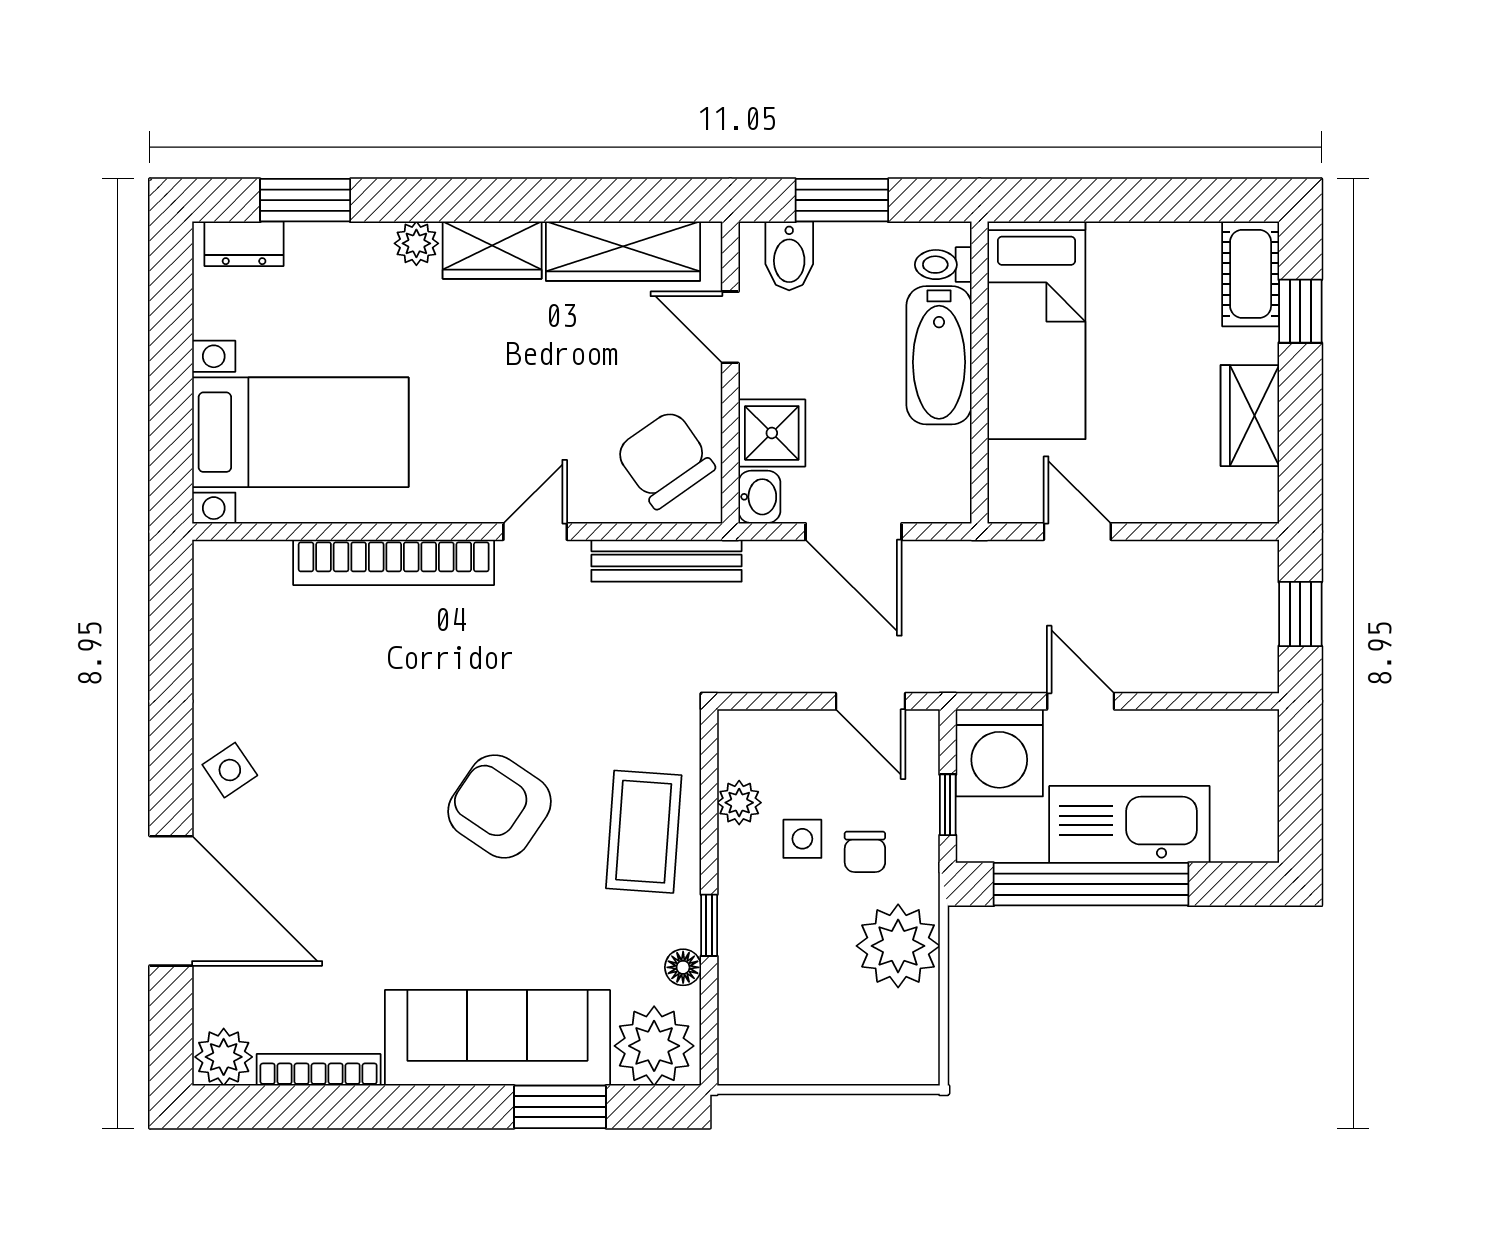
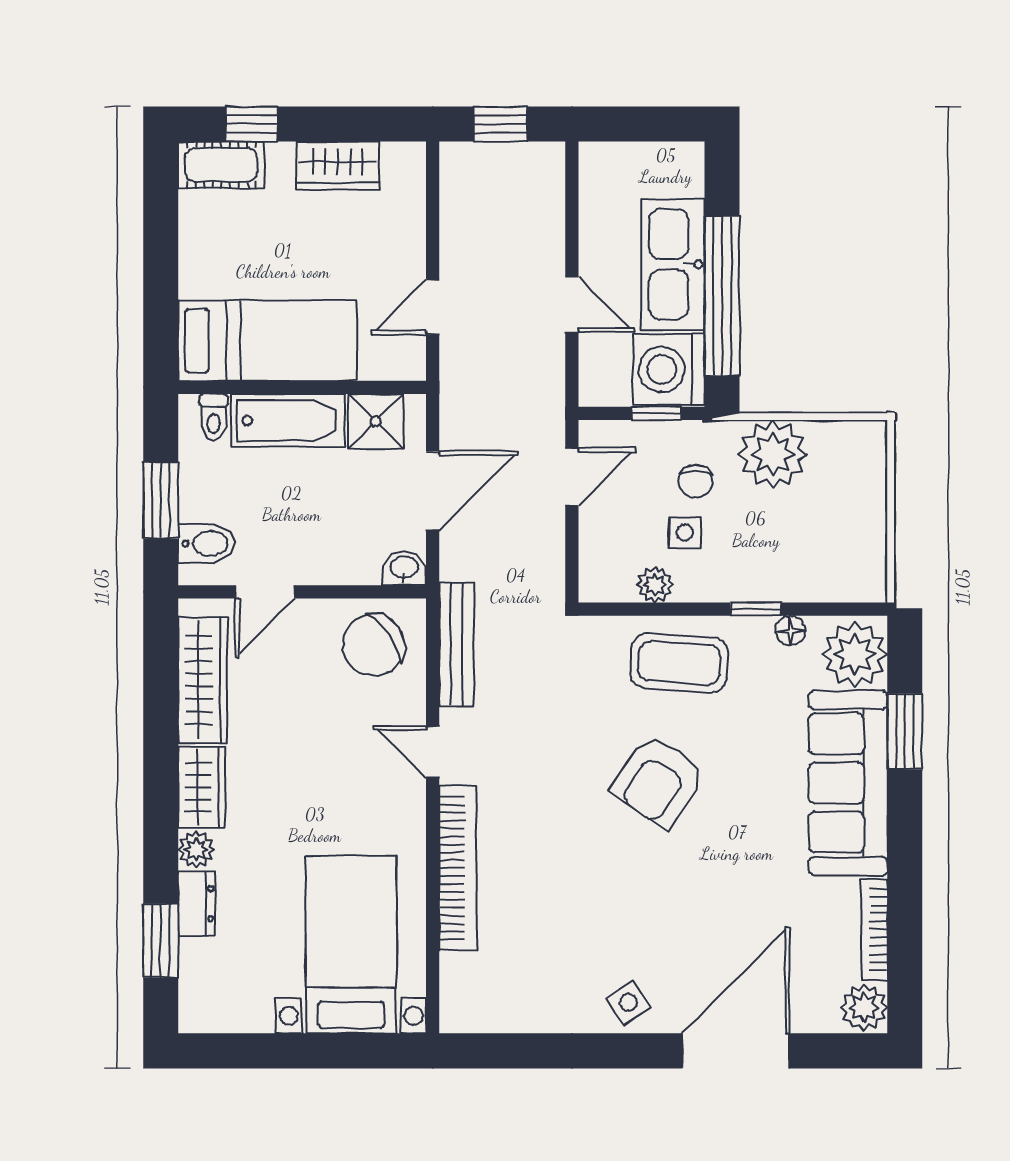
dresser: (244, 244) -> (196, 904), moved
shower: (772, 433) -> (376, 421), moved
door: (1081, 701) -> (572, 304), swing flipped
washing machine: (999, 753) -> (669, 369), moved, turned 180
chair: (865, 852) -> (696, 481), turned 90

